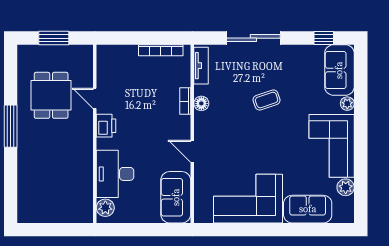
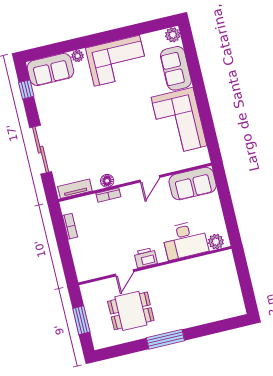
bookcase: (161, 50) -> (70, 226), width x0.64
coffee table: (267, 100) -> (91, 126), removed
plant: (346, 187) -> (173, 35), moved

